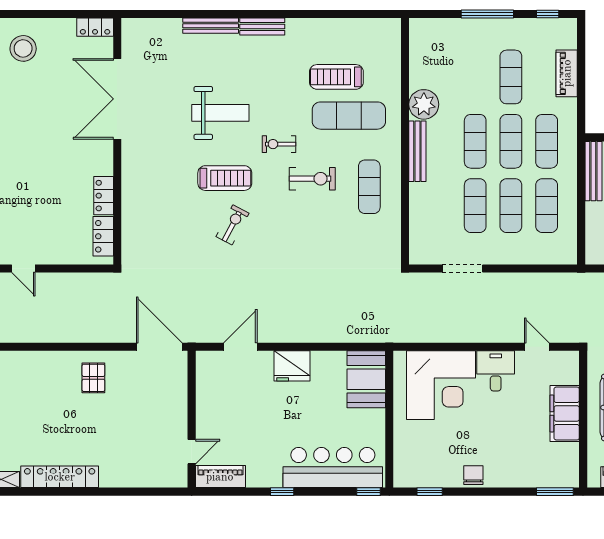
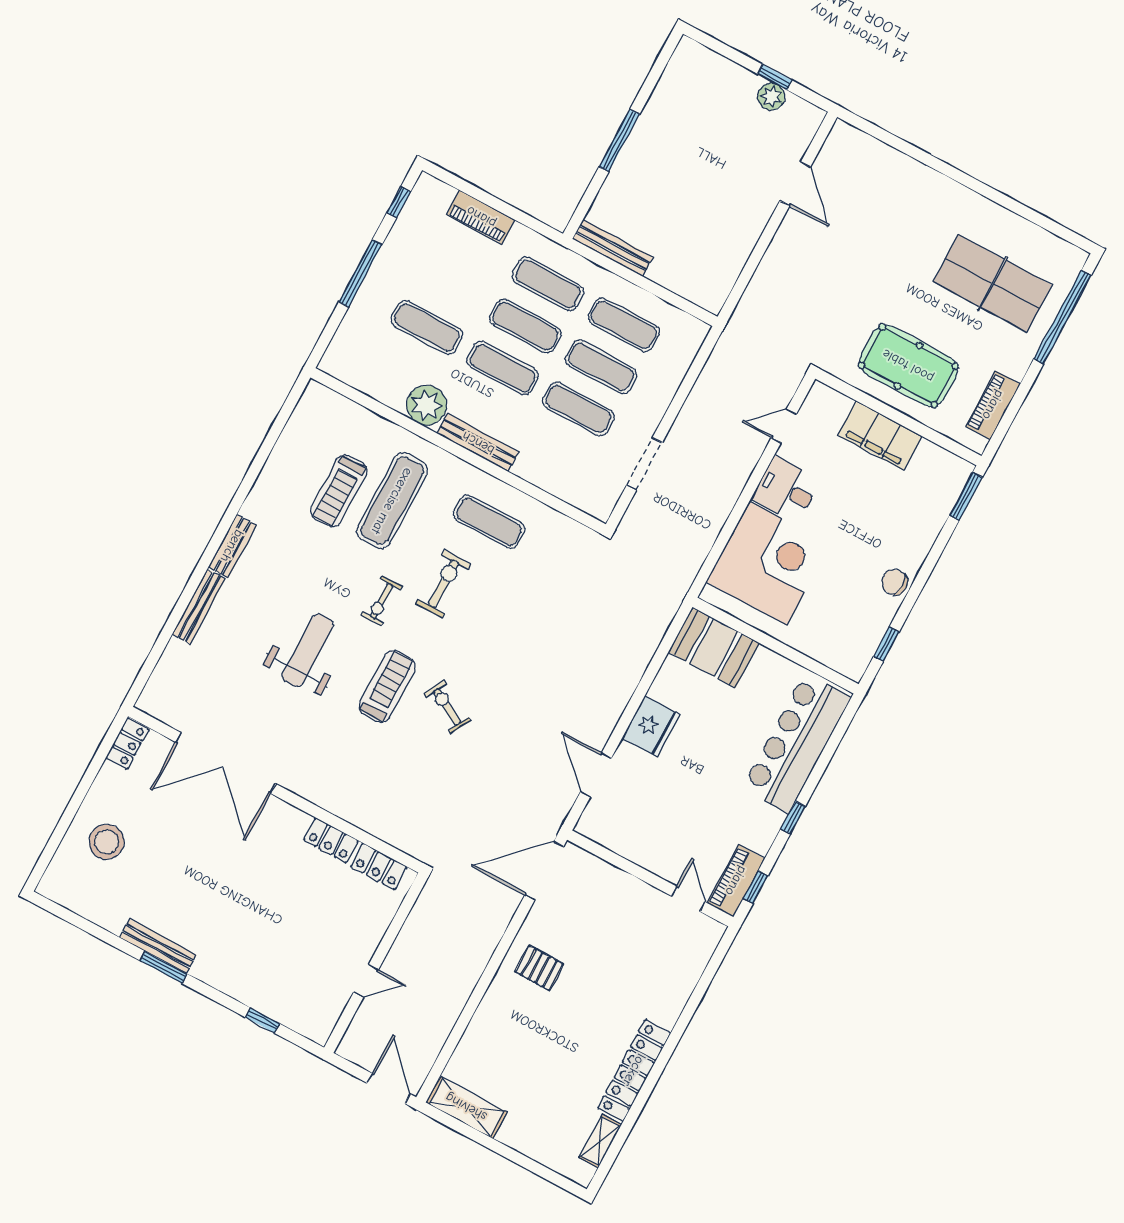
exercise mat: (511, 77) -> (427, 327), moved
window: (368, 492) -> (756, 887), moved

